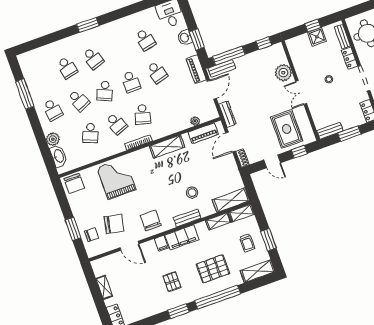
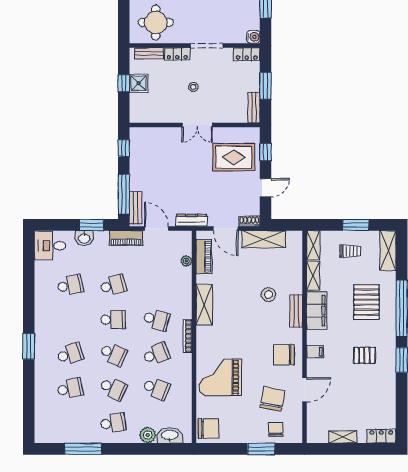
plant: (283, 73) -> (166, 137), removed
school desk: (79, 100) -> (113, 389), turned 48
shelving: (231, 200) -> (264, 239), moved, turned 90
filing cabinet: (182, 237) -> (317, 311), moved

